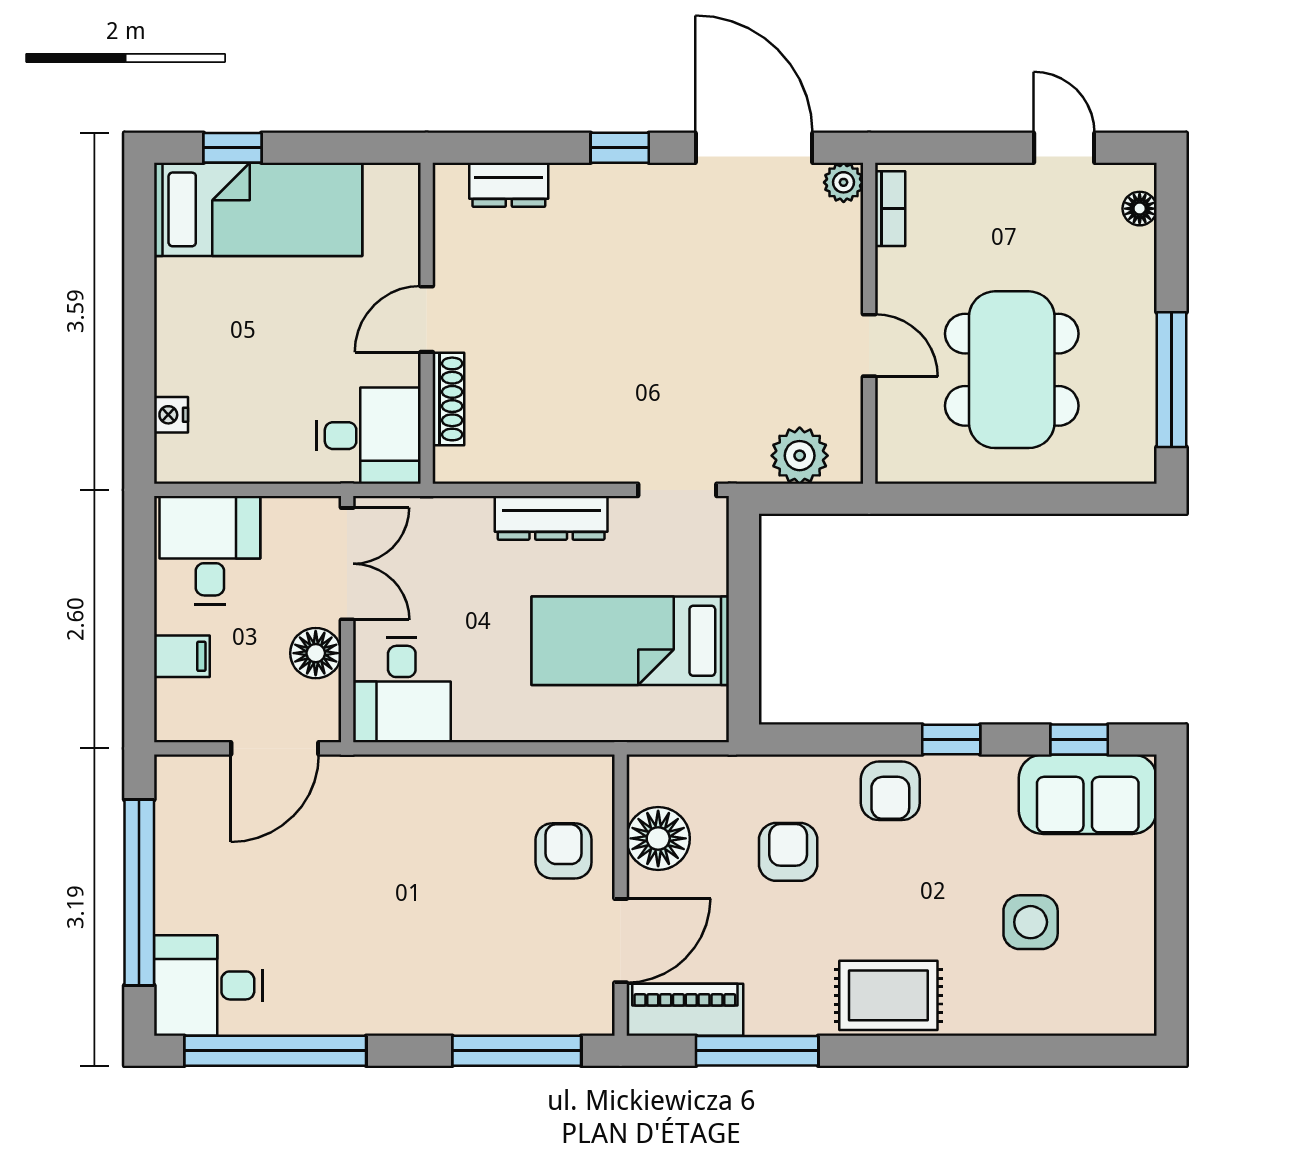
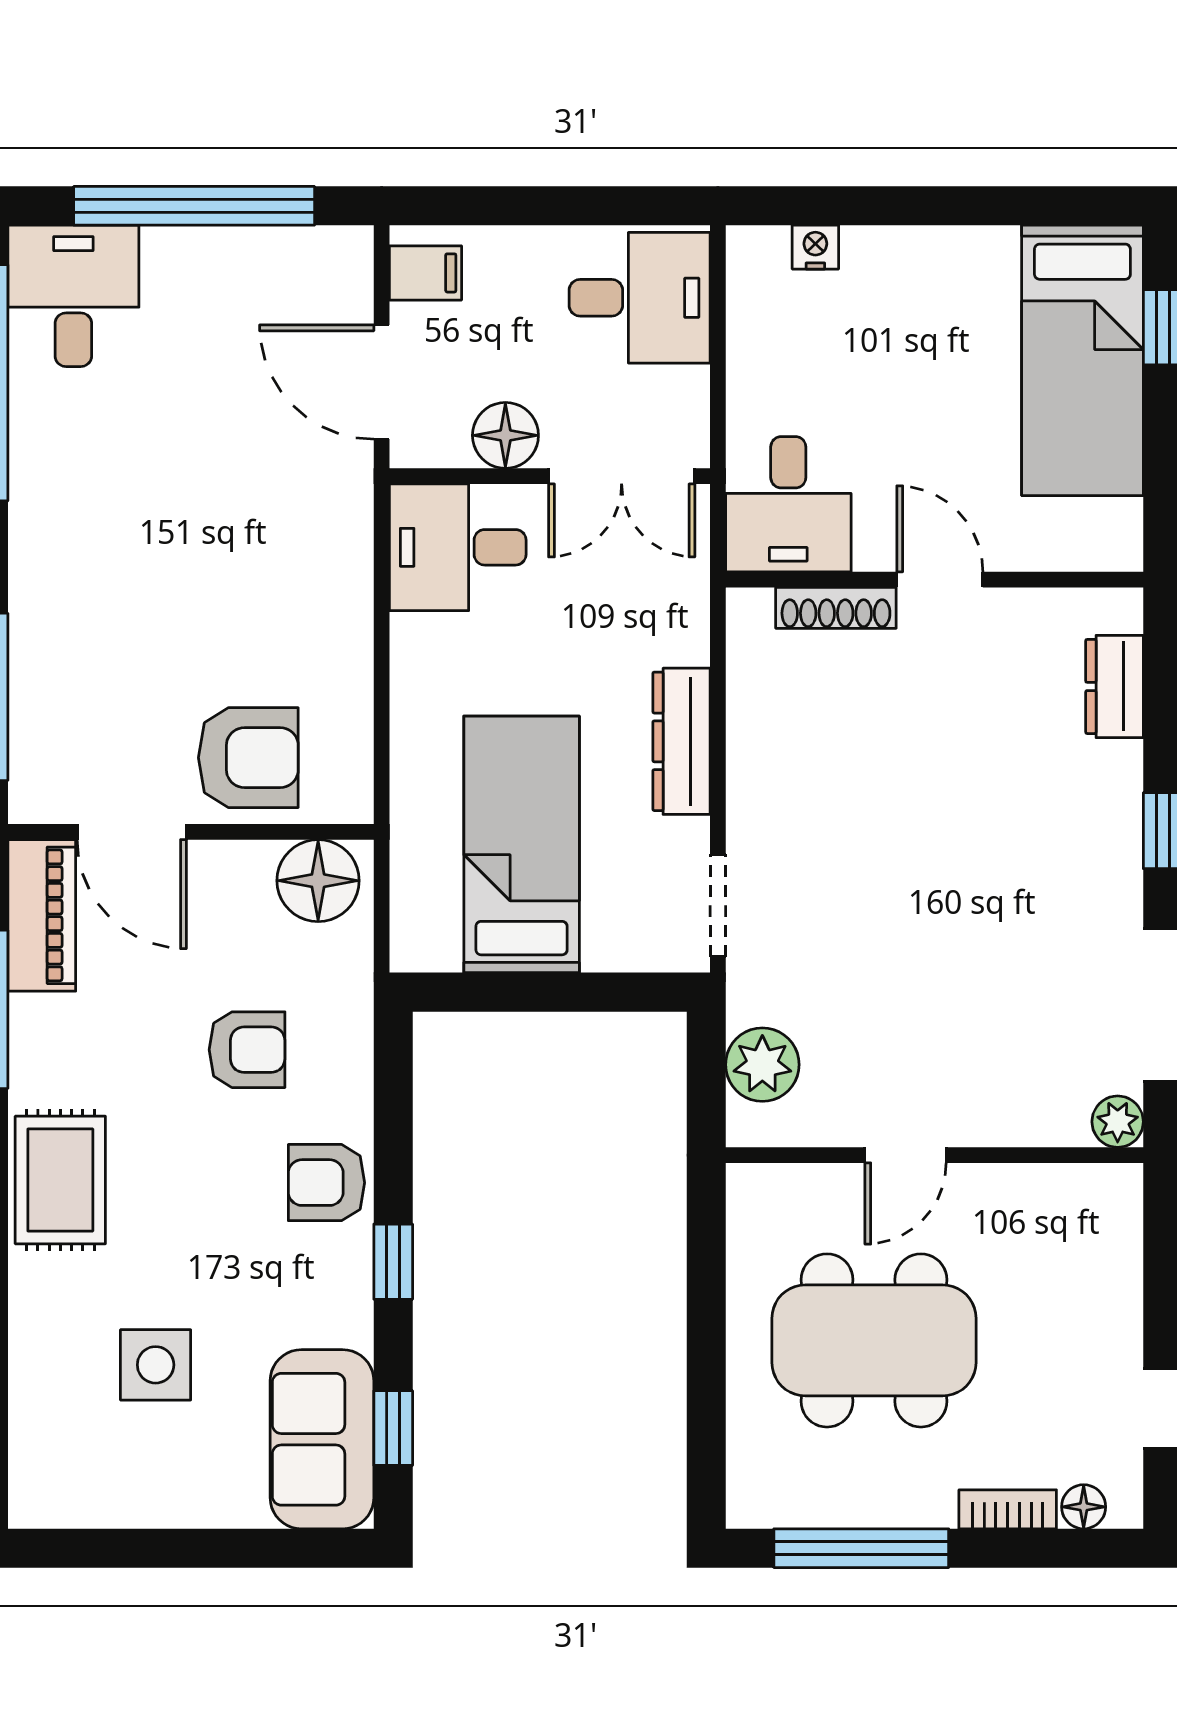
bookcase: (890, 209) -> (1008, 1509), moved, turned 180
filing cabinet: (182, 656) -> (425, 273), moved, turned -90
floor lamp: (658, 838) -> (318, 881), moved
armchair: (564, 851) -> (248, 758), width x1.38, depth x1.38

